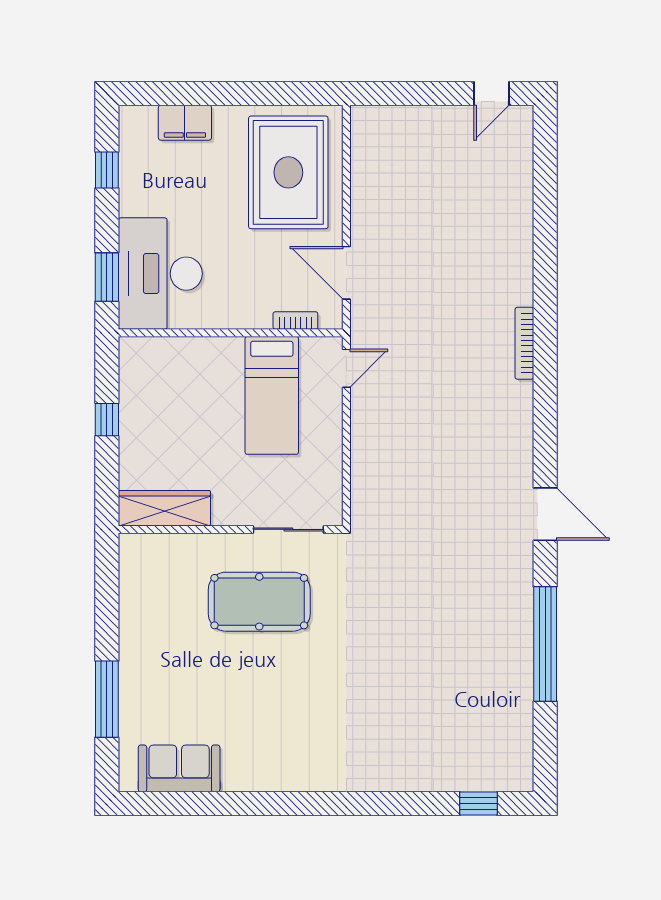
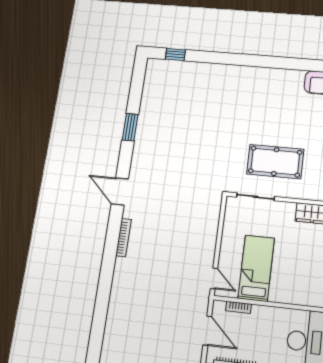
bookcase: (524, 343) -> (124, 238), moved
door: (346, 368) -> (214, 278), swing flipped
window: (545, 644) -> (130, 127), width x0.47

